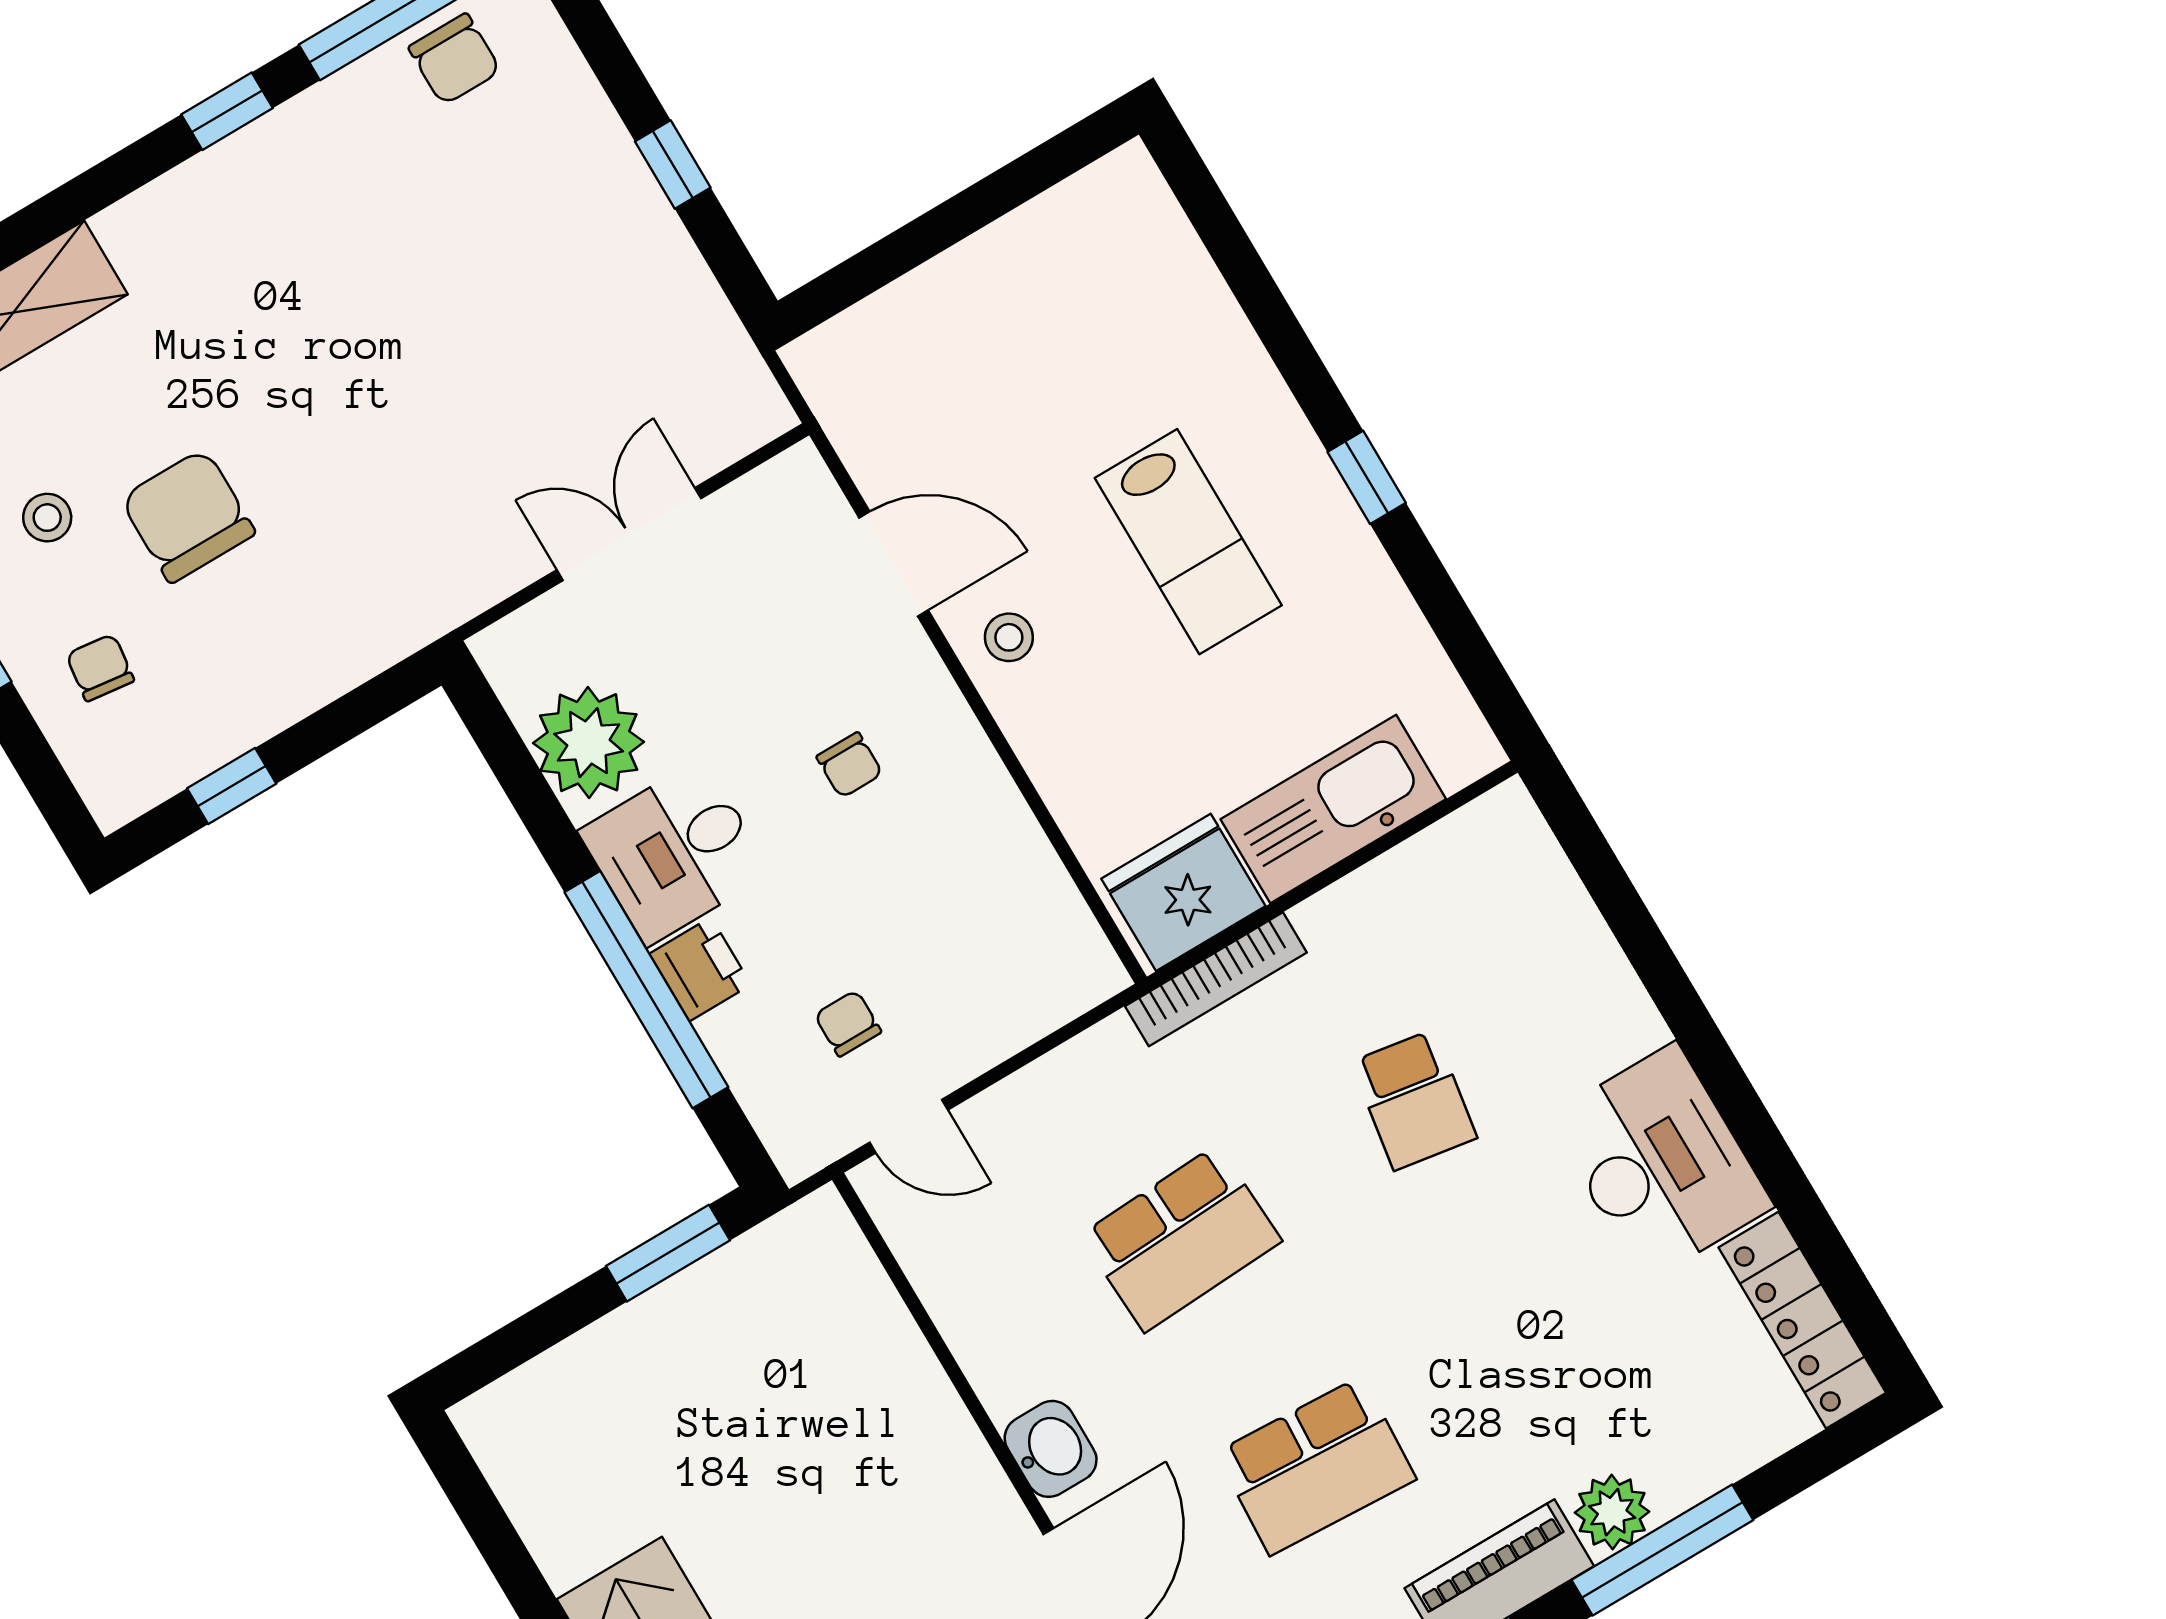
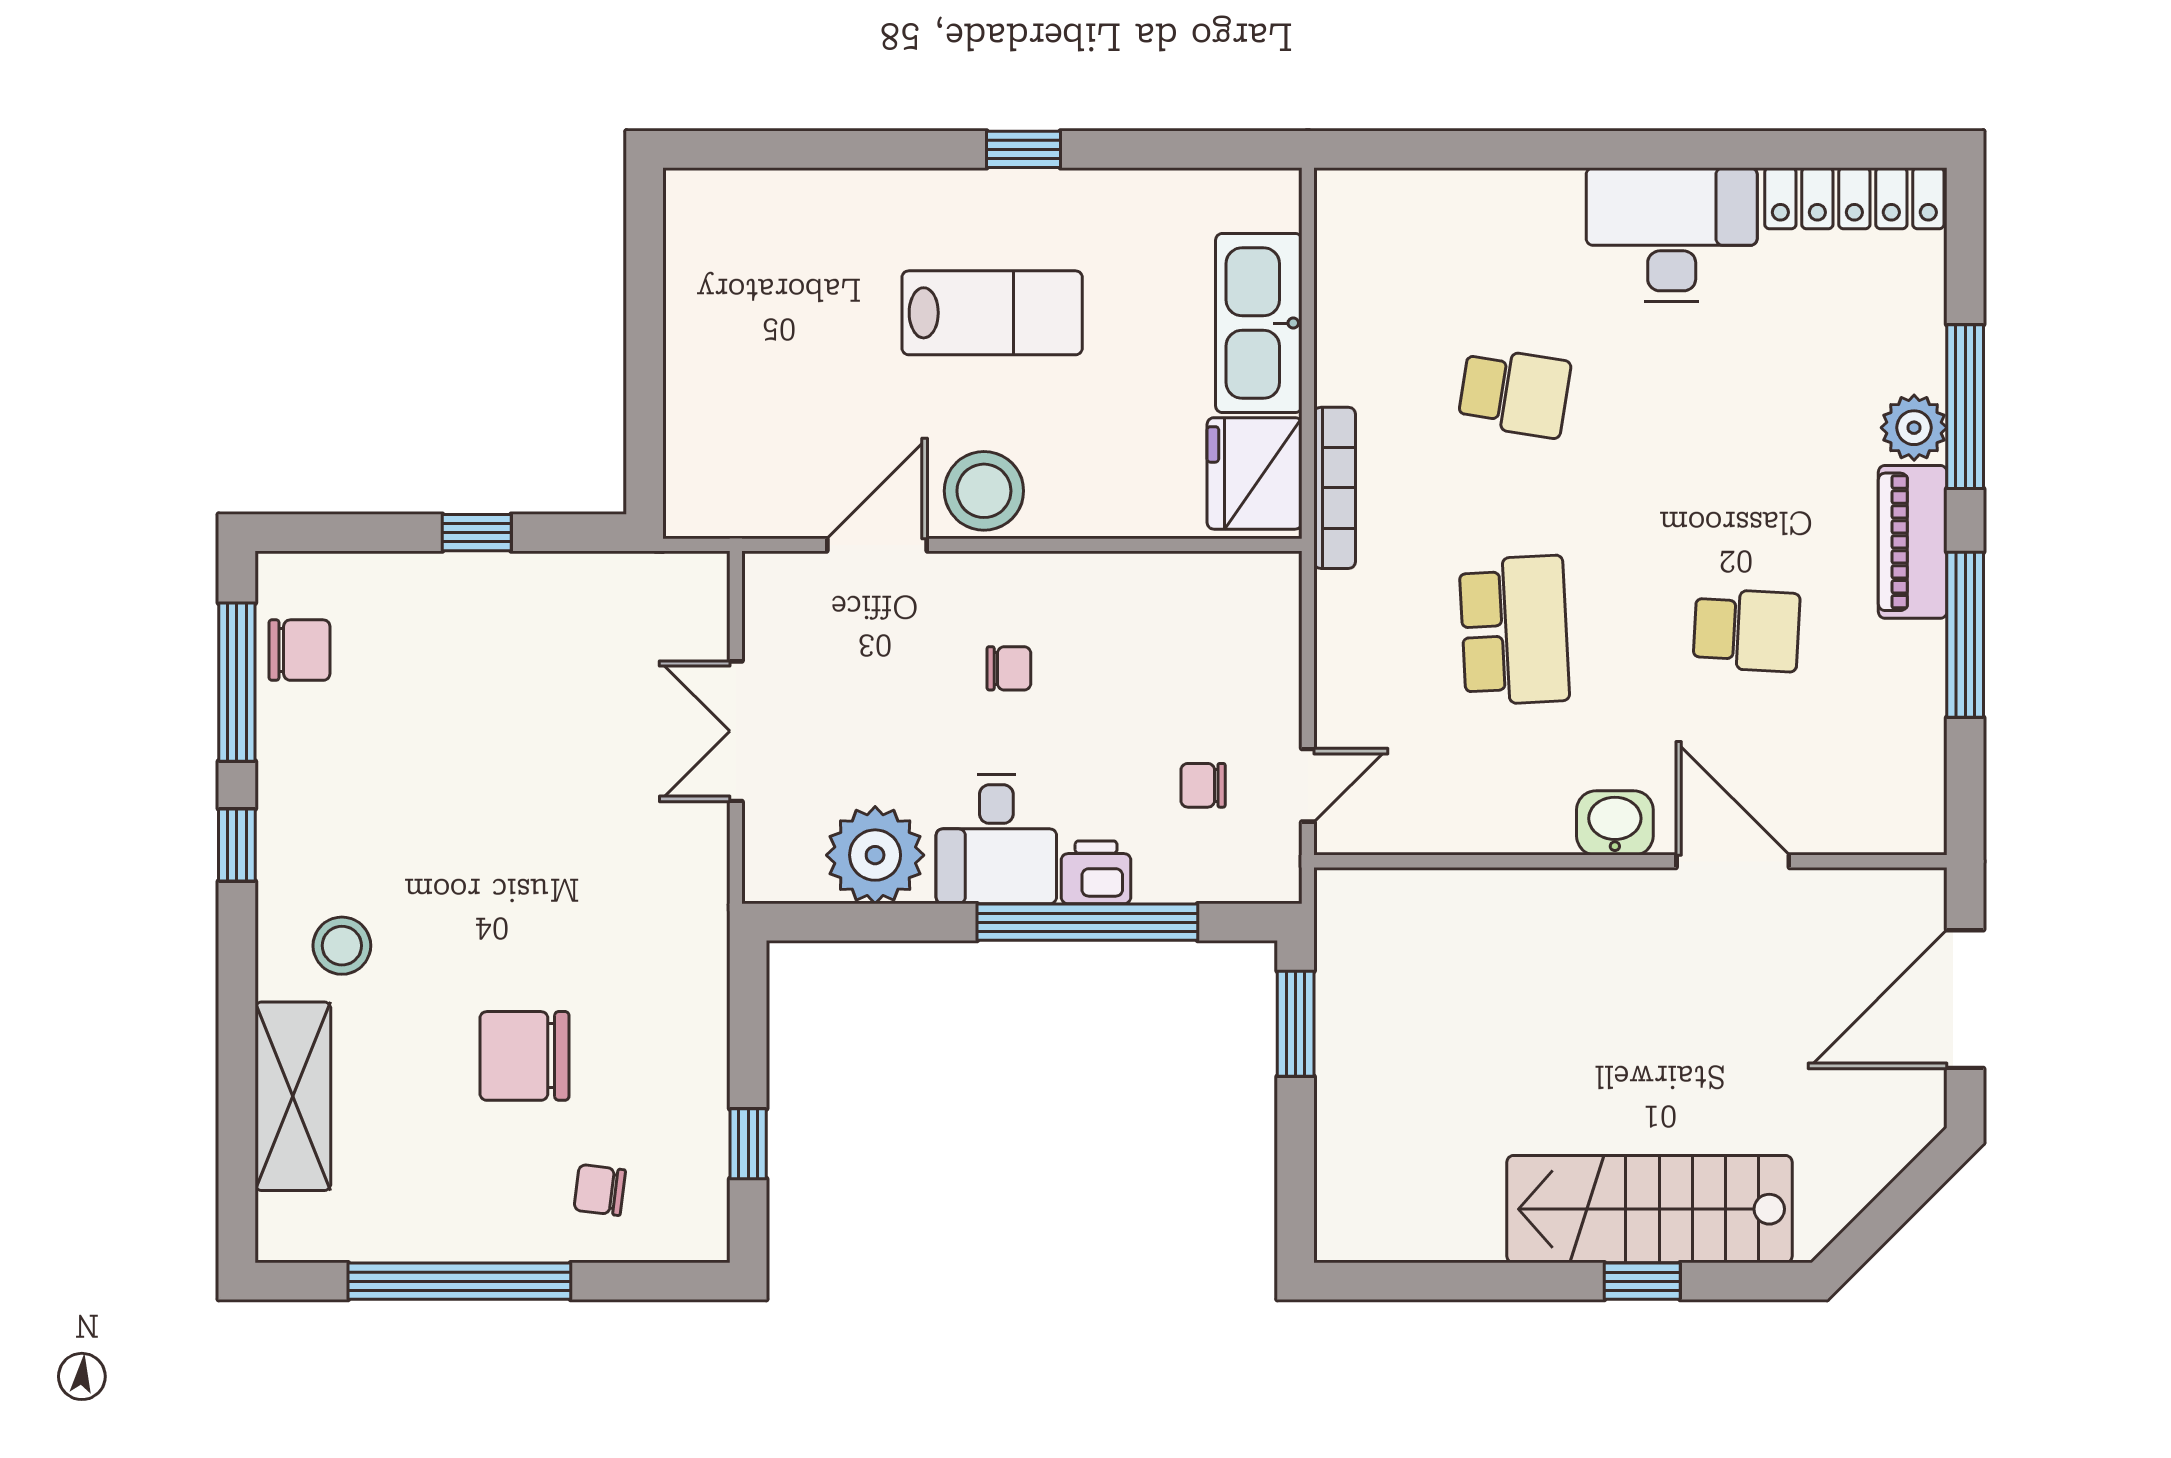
stool: (47, 518) -> (342, 946), moved, width x1.37, depth x1.37
stool: (1009, 637) -> (984, 491), width x1.89, depth x1.89
school desk: (1316, 1466) -> (1746, 630), width x0.54

